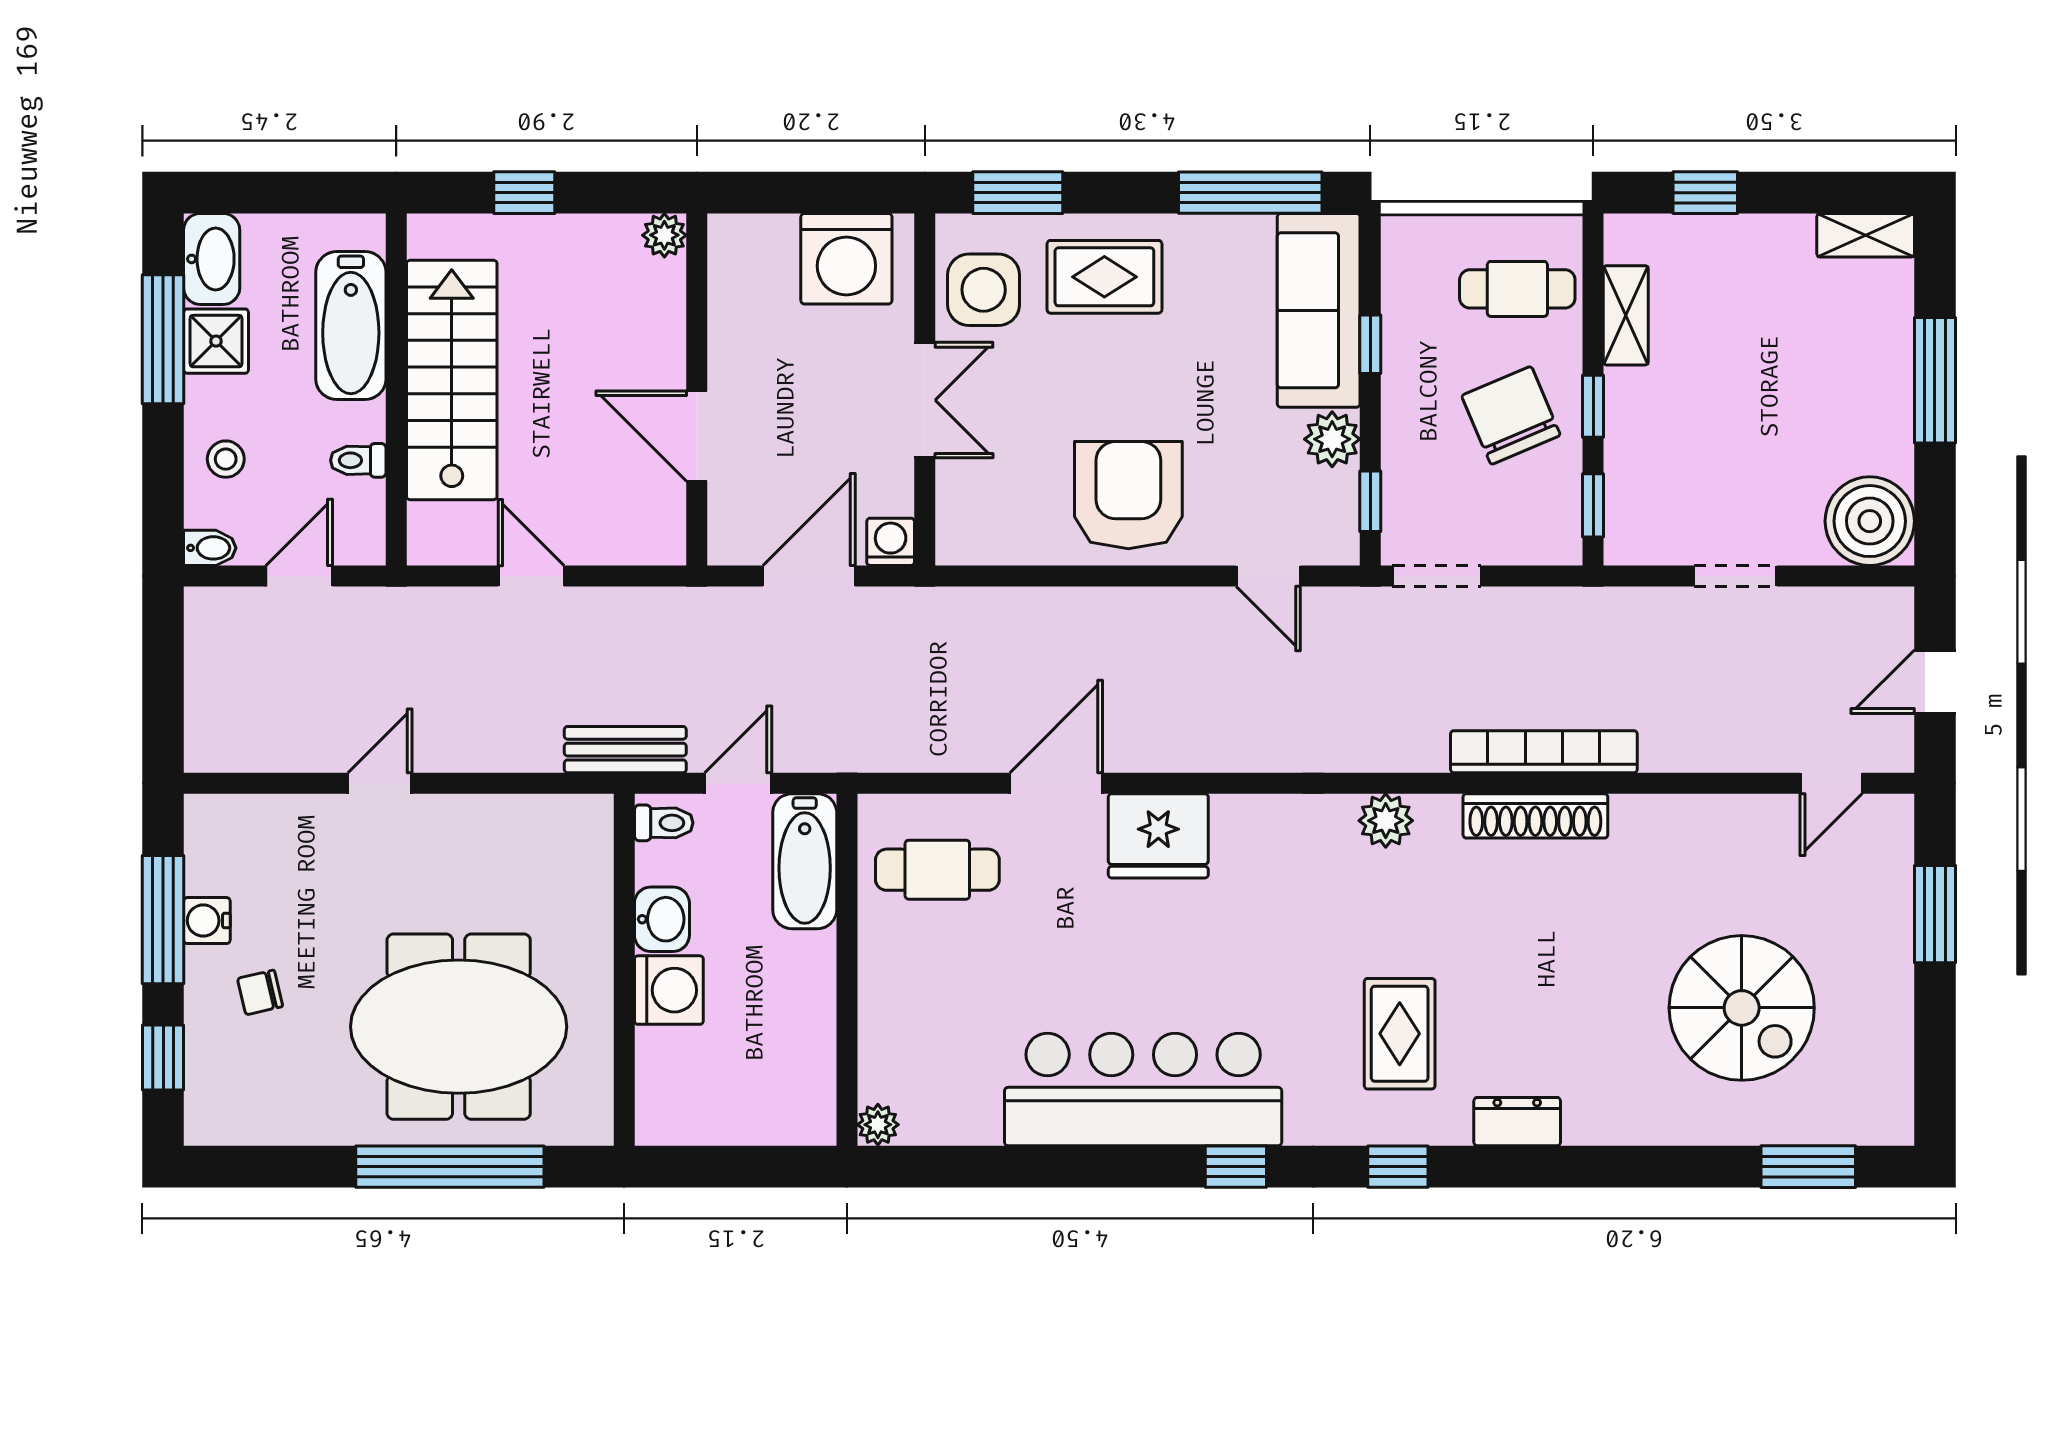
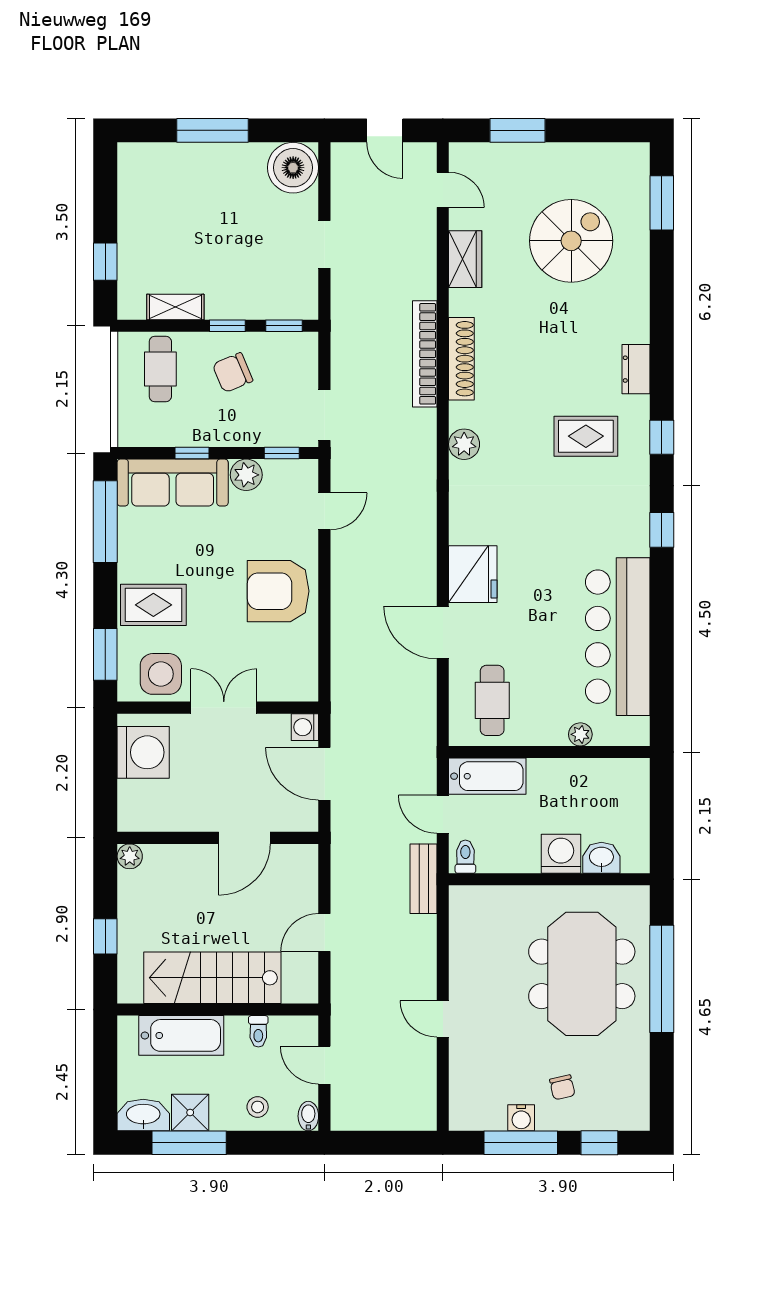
shelving: (1866, 235) -> (130, 170), removed
rug: (1104, 277) -> (153, 605), turned 90
chair: (1511, 415) -> (233, 373), width x0.73, depth x0.73
wardrobe: (1710, 822) -> (465, 259), added
washbasin: (662, 919) -> (601, 858), moved
bar counter: (1143, 1090) -> (618, 637), moved
plant: (878, 1125) -> (580, 734), moved

